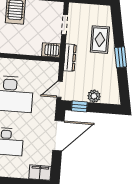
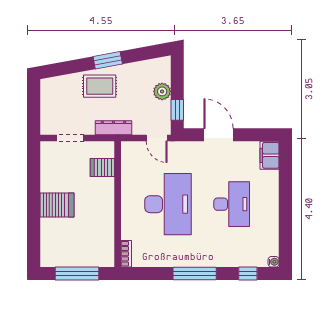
rug: (100, 40) -> (100, 86), moved
server rack: (51, 50) -> (102, 167), moved, turned 90
door: (58, 136) -> (218, 135), width x0.73

